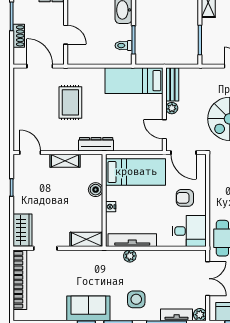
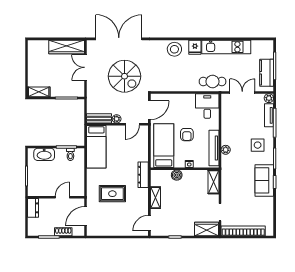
armchair: (185, 198) -> (187, 135), moved

